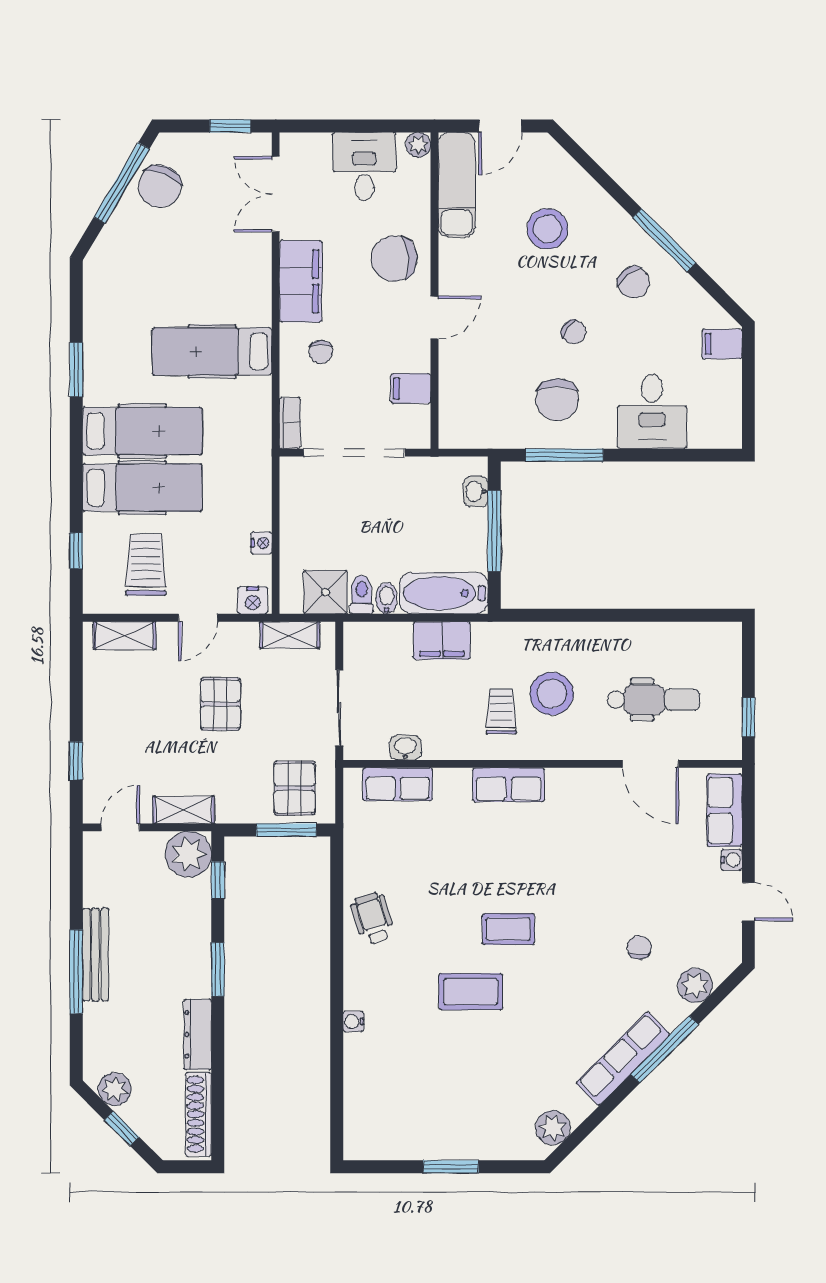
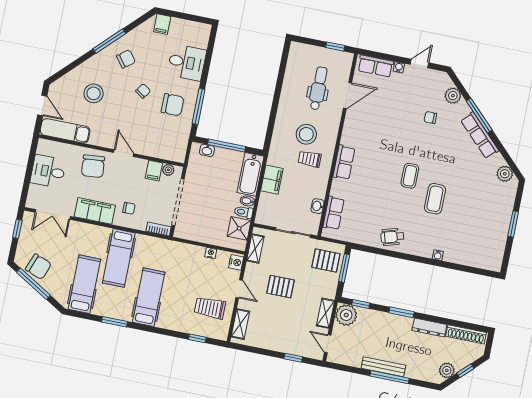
plant: (418, 145) -> (168, 170), moved
hospital bed: (142, 488) -> (84, 284), moved

